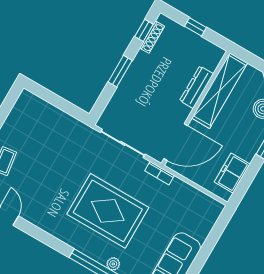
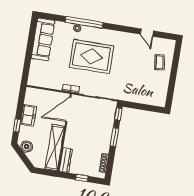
window: (144, 30) -> (118, 114), moved
dresser: (197, 87) -> (66, 160), moved
freezer: (232, 173) -> (28, 115), moved

